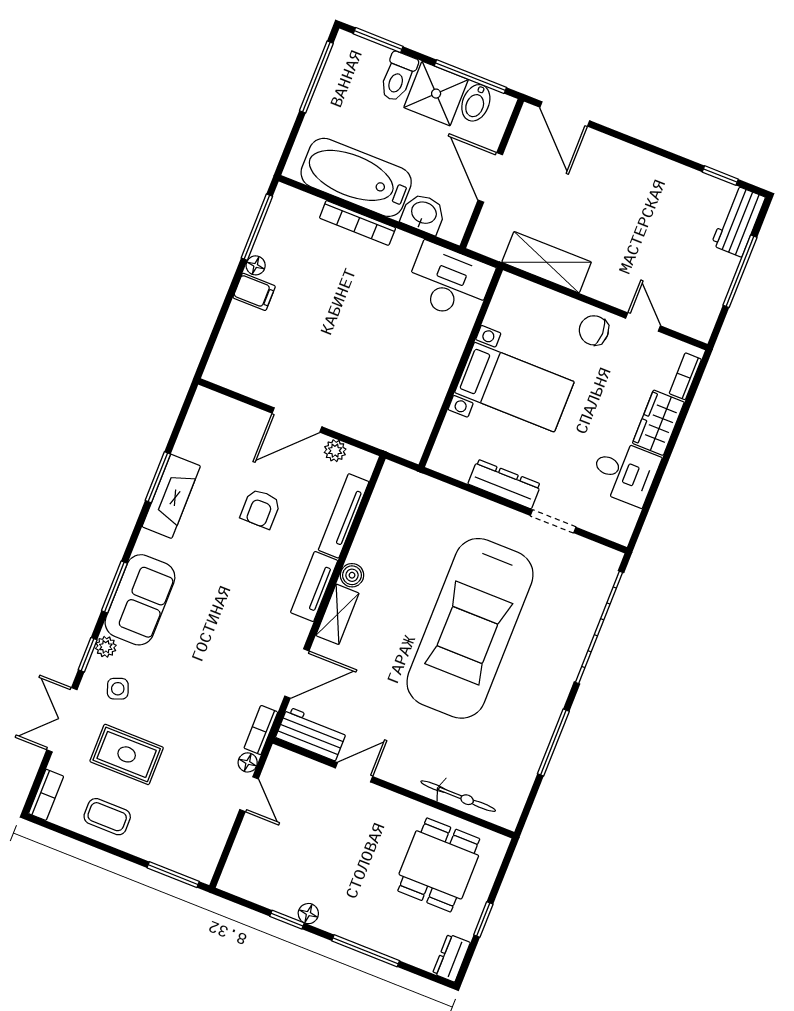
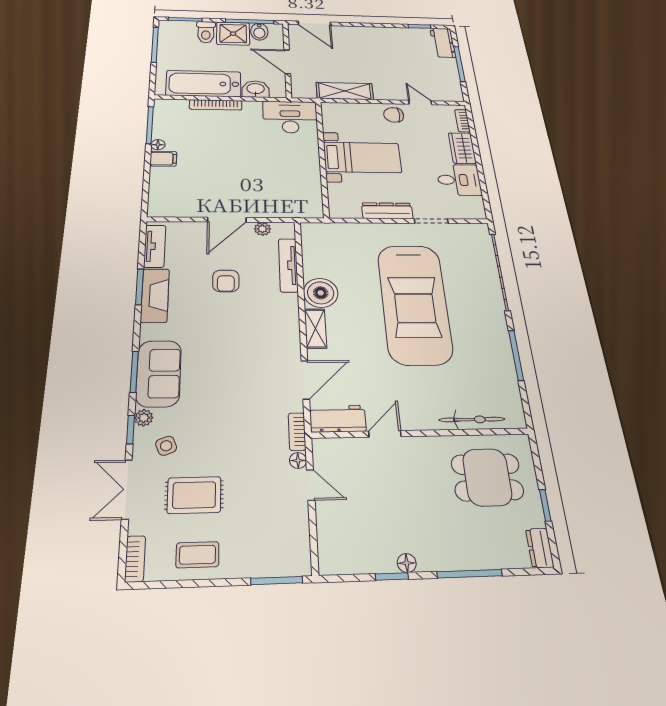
boiler: (352, 575) -> (321, 293), width x1.86, depth x1.86
tv unit: (314, 587) -> (155, 246), moved, turned 180
dining table: (439, 865) -> (487, 477), turned 90

